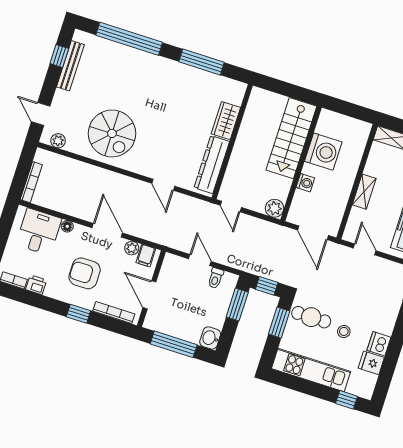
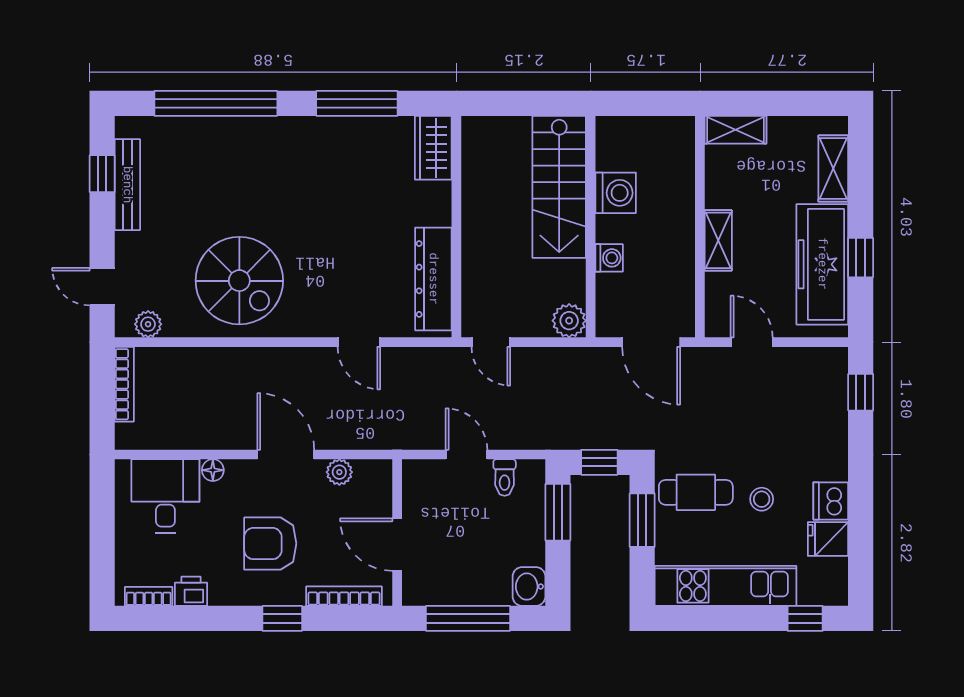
wardrobe: (226, 121) -> (433, 148), moved
washing machine: (323, 152) -> (616, 193), width x0.73, depth x0.73
bookcase: (31, 182) -> (124, 384), moved
filing cabinet: (146, 256) -> (368, 477), removed

